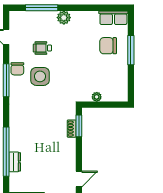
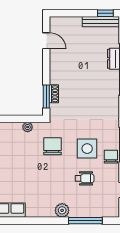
chair: (108, 46) -> (52, 146), moved, turned -90
door: (79, 179) -> (46, 41), swing flipped

